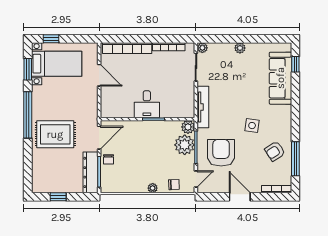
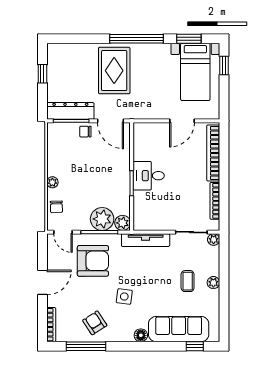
coffee table: (239, 70) -> (188, 281), added
floor lamp: (286, 111) -> (141, 335), added

